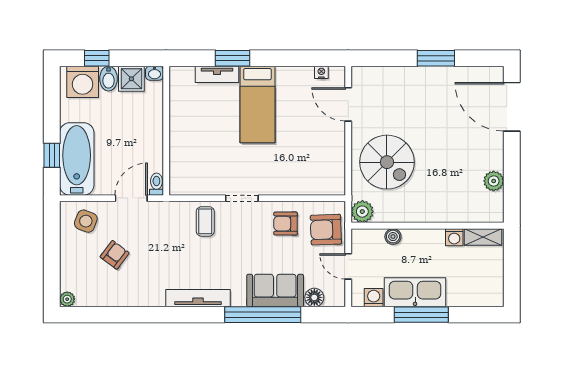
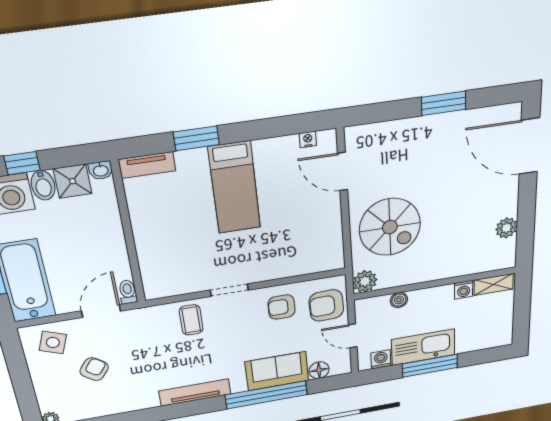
tv unit: (217, 74) -> (147, 165), moved

